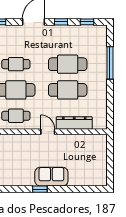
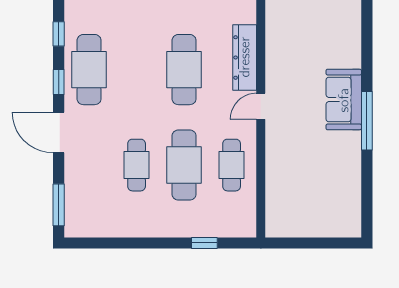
cafe table: (68, 64) -> (89, 70), moved
window: (40, 189) -> (367, 121), width x2.17

